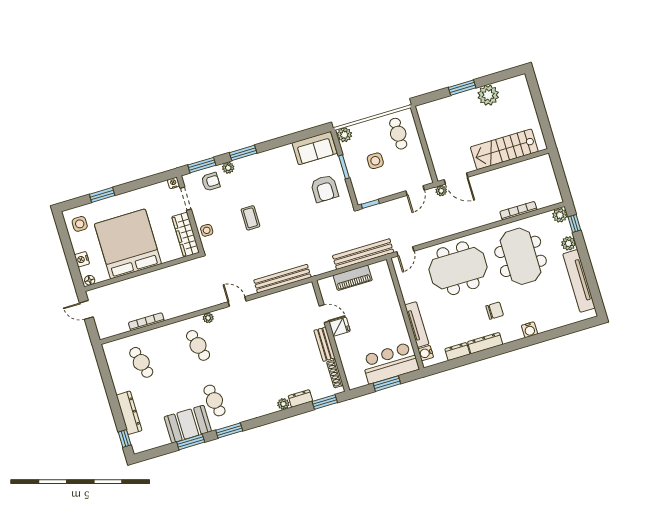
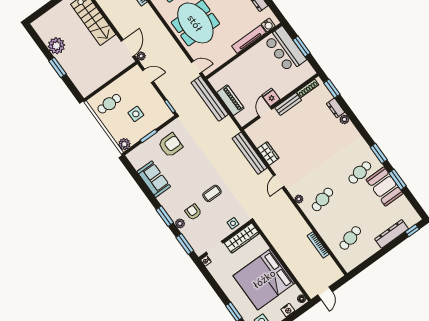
sofa: (314, 148) -> (154, 179), moved
armchair: (211, 182) -> (193, 212), moved
wardrobe: (274, 300) -> (268, 153), added

